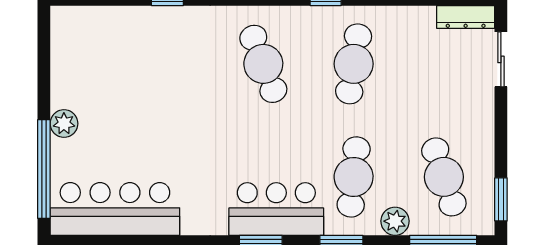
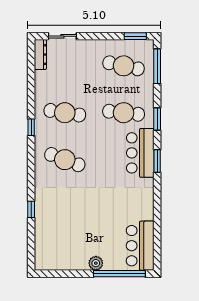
cafe table: (263, 64) -> (65, 160), turned 42
cafe table: (444, 177) -> (124, 66), turned 30
bar counter: (115, 209) -> (140, 246), width x0.73
plant: (395, 221) -> (147, 91), removed

